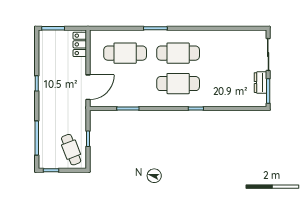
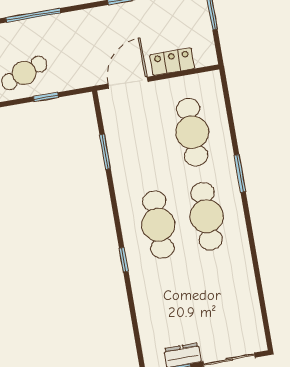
locker: (80, 44) -> (172, 62), moved
door: (88, 87) -> (128, 83), swing flipped

